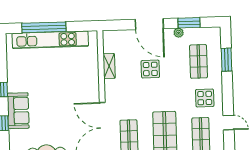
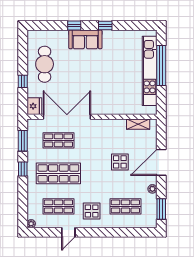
window: (189, 23) -> (161, 209), moved
window: (227, 60) -> (126, 232), removed
shelving: (109, 66) -> (138, 124), moved

